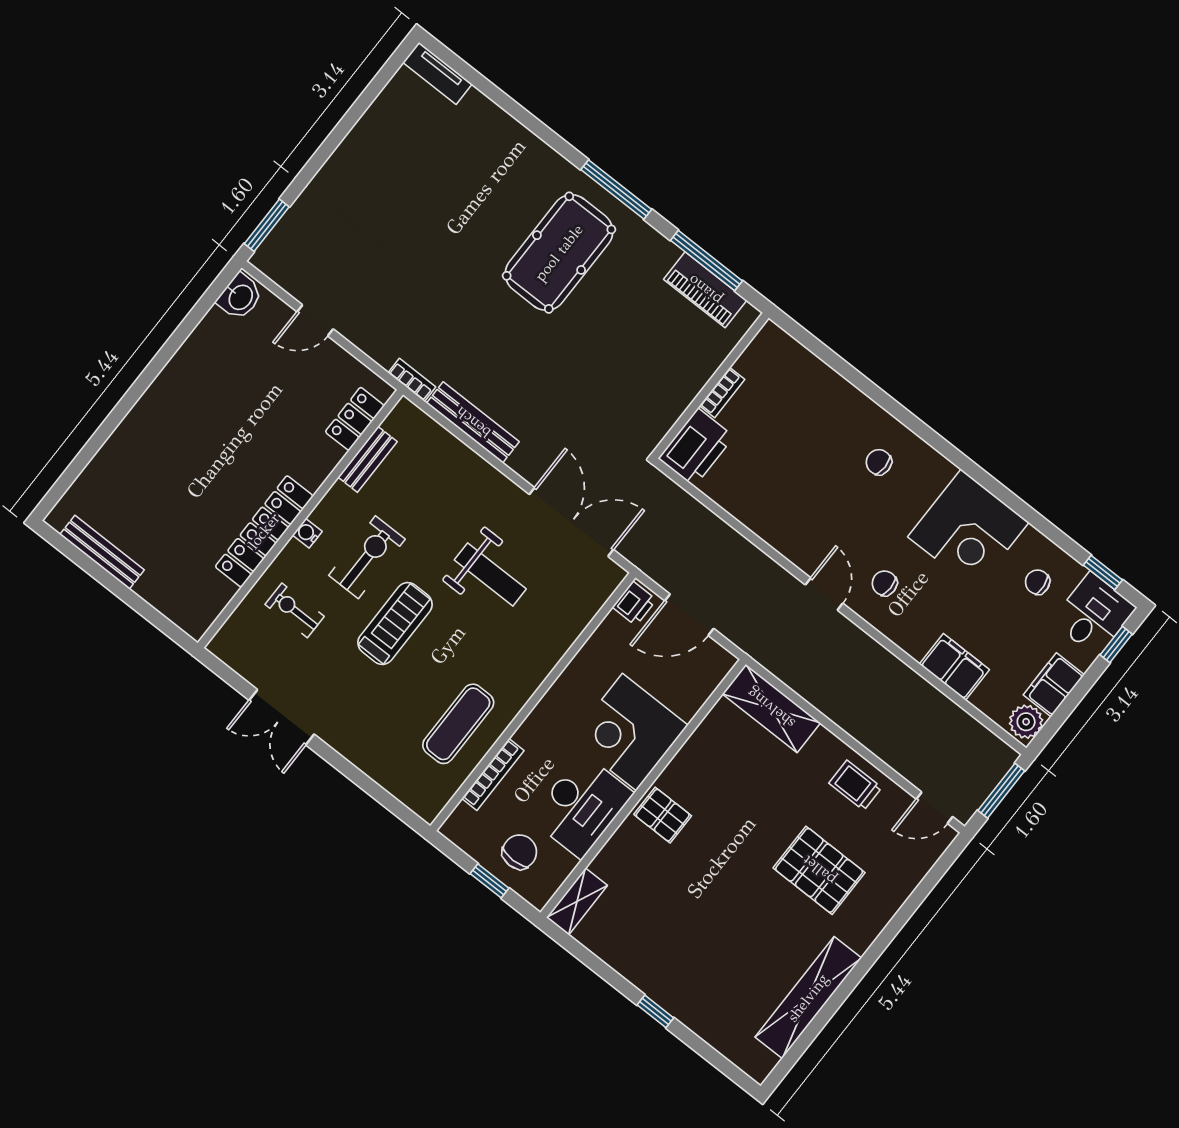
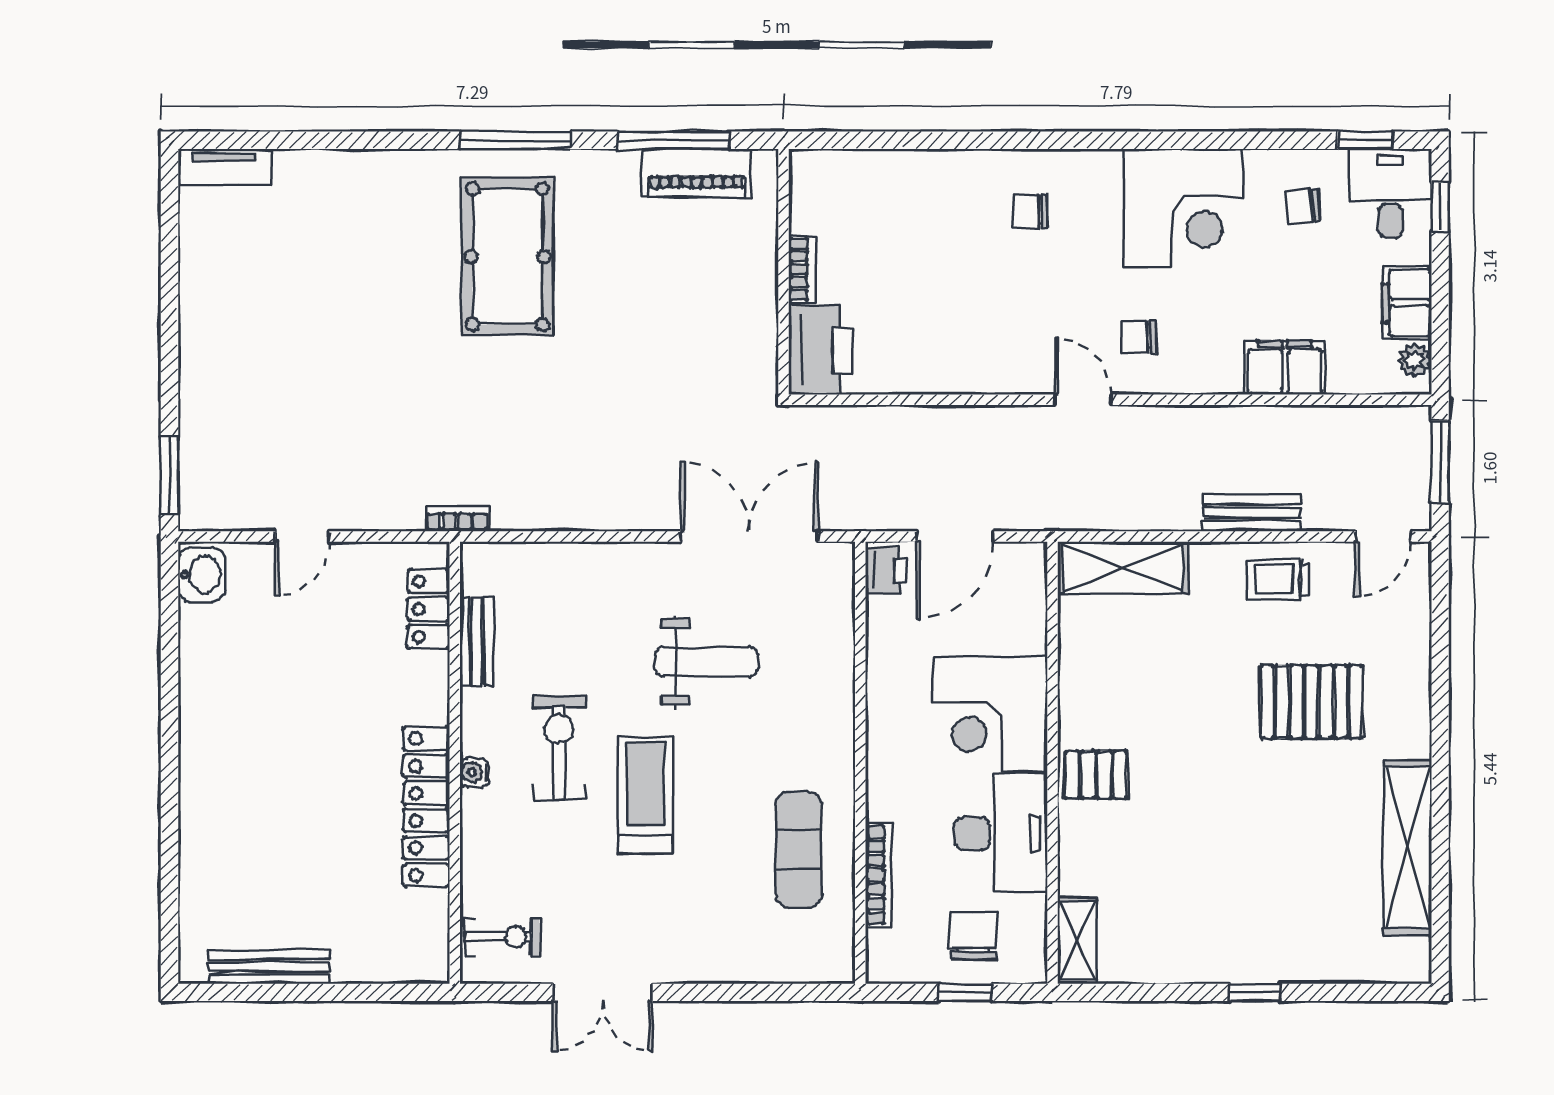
bench: (473, 422) -> (1252, 513), moved, width x0.73
exercise bike: (295, 610) -> (502, 937), moved, turned 180
plant: (1026, 722) -> (1415, 360), width x0.73, depth x0.73

